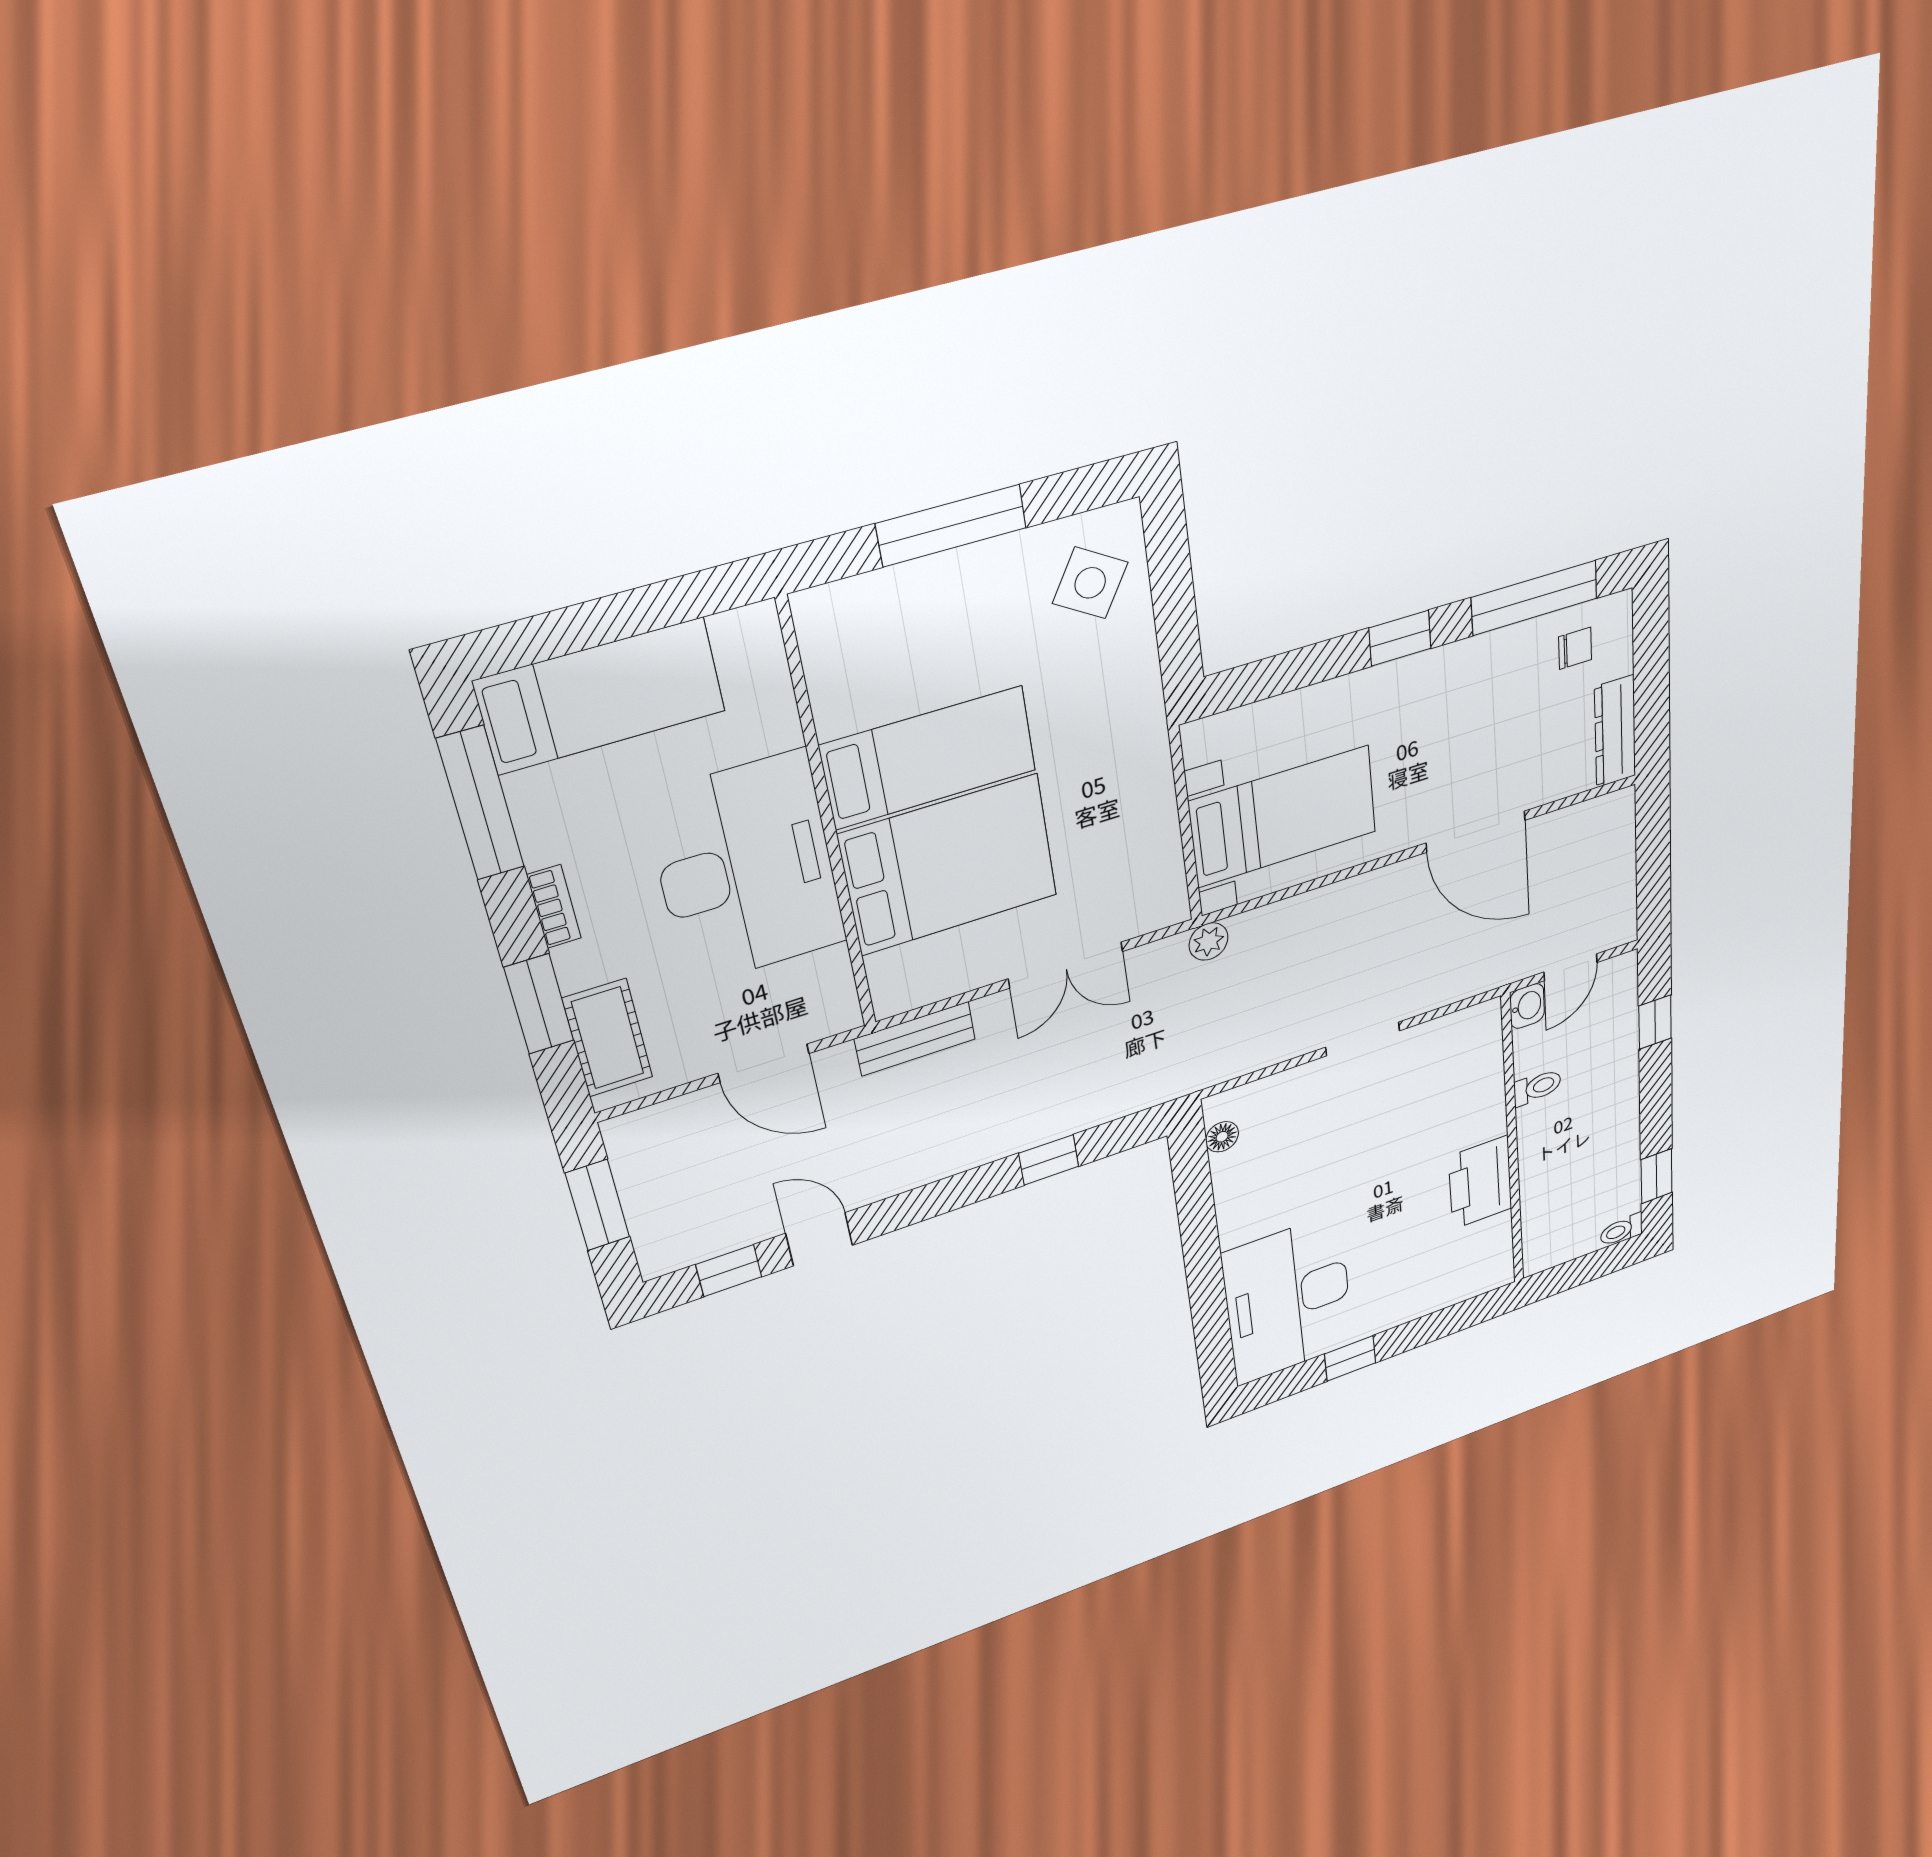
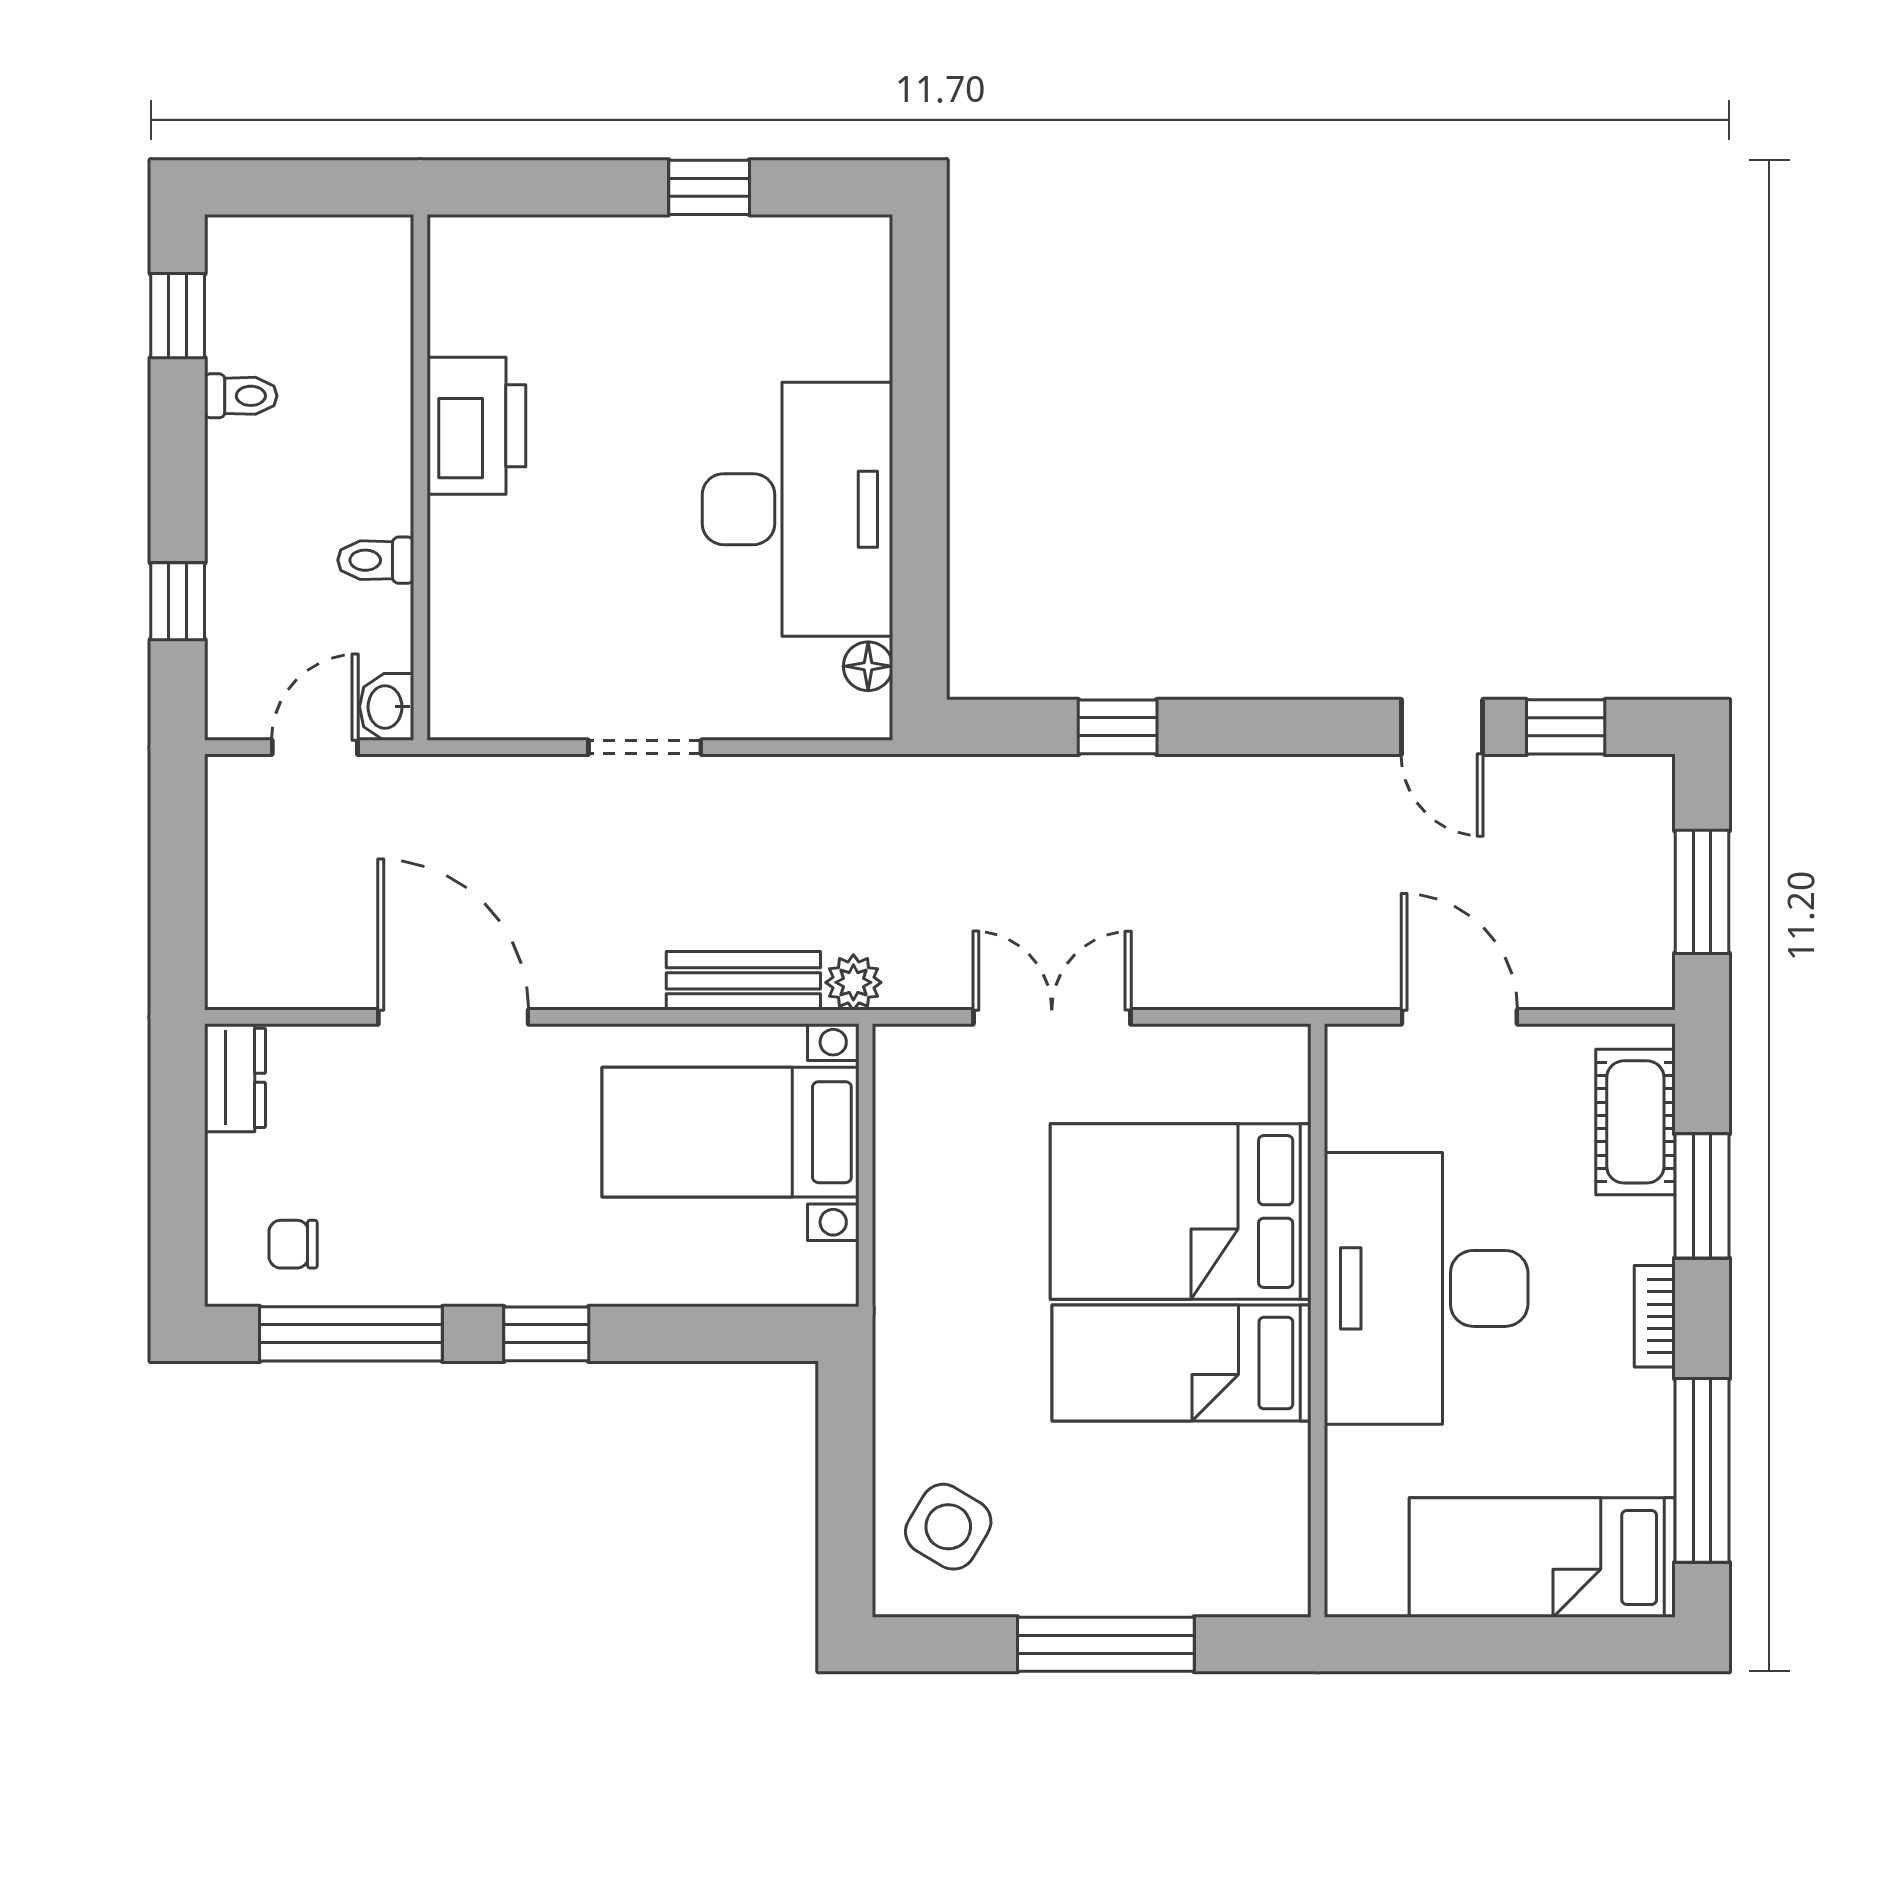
dresser: (1615, 731) -> (235, 1078), width x0.70
bench: (915, 1039) -> (743, 981), moved
toilet: (1621, 1230) -> (241, 396), moved
desk: (1288, 1299) -> (797, 509), moved

